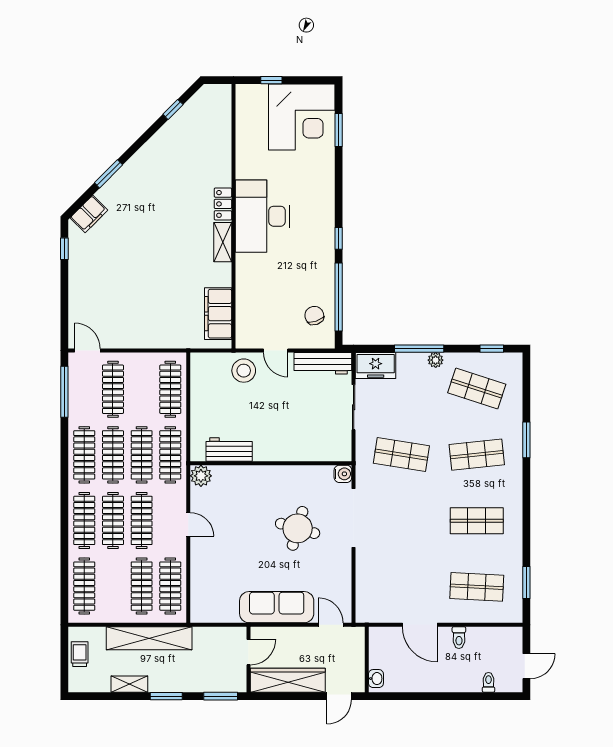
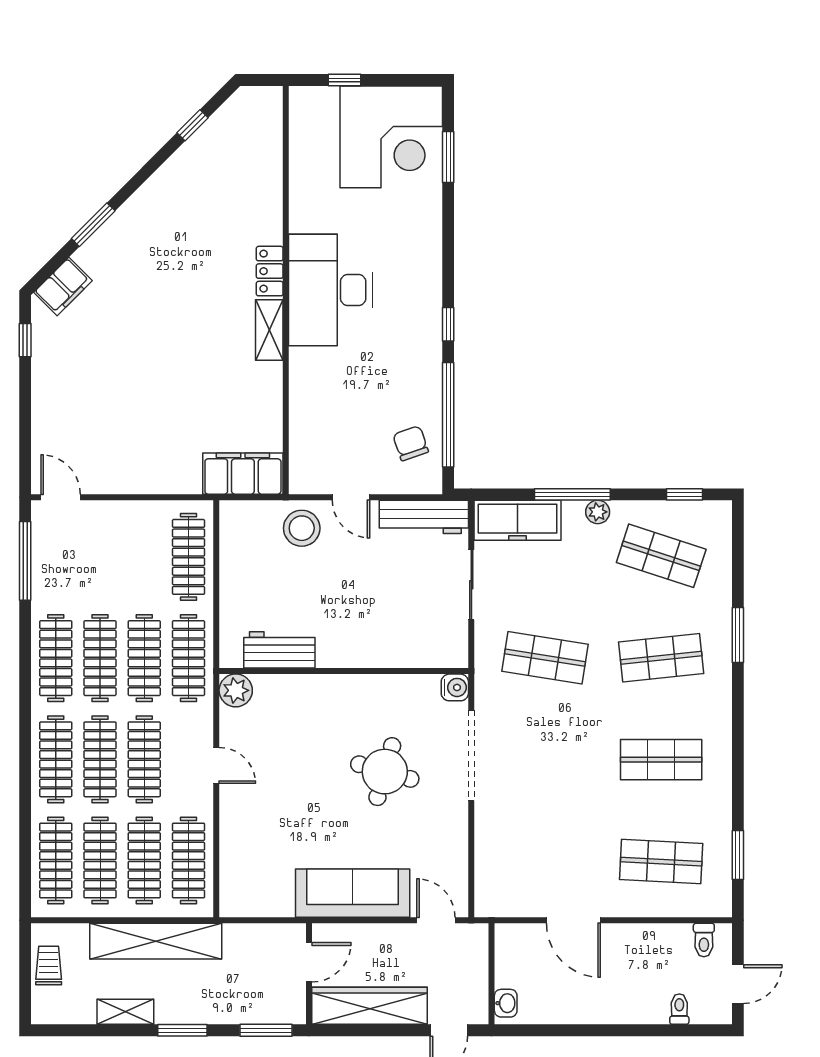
filing cabinet: (218, 314) -> (243, 474), moved, turned 90
freezer: (376, 365) -> (518, 520), width x1.40
clothes rail: (113, 389) -> (100, 860), moved
toilet: (459, 638) -> (704, 940), moved

